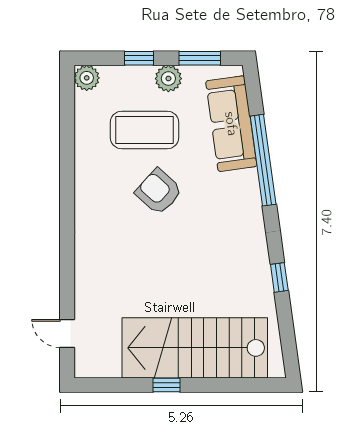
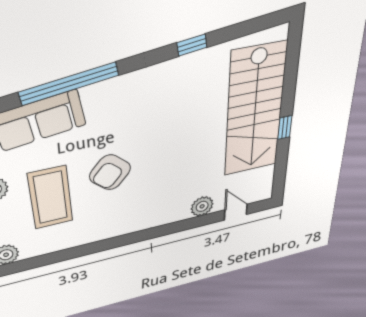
plant: (87, 292) -> (202, 206), added
door: (67, 334) -> (236, 212), swing flipped

